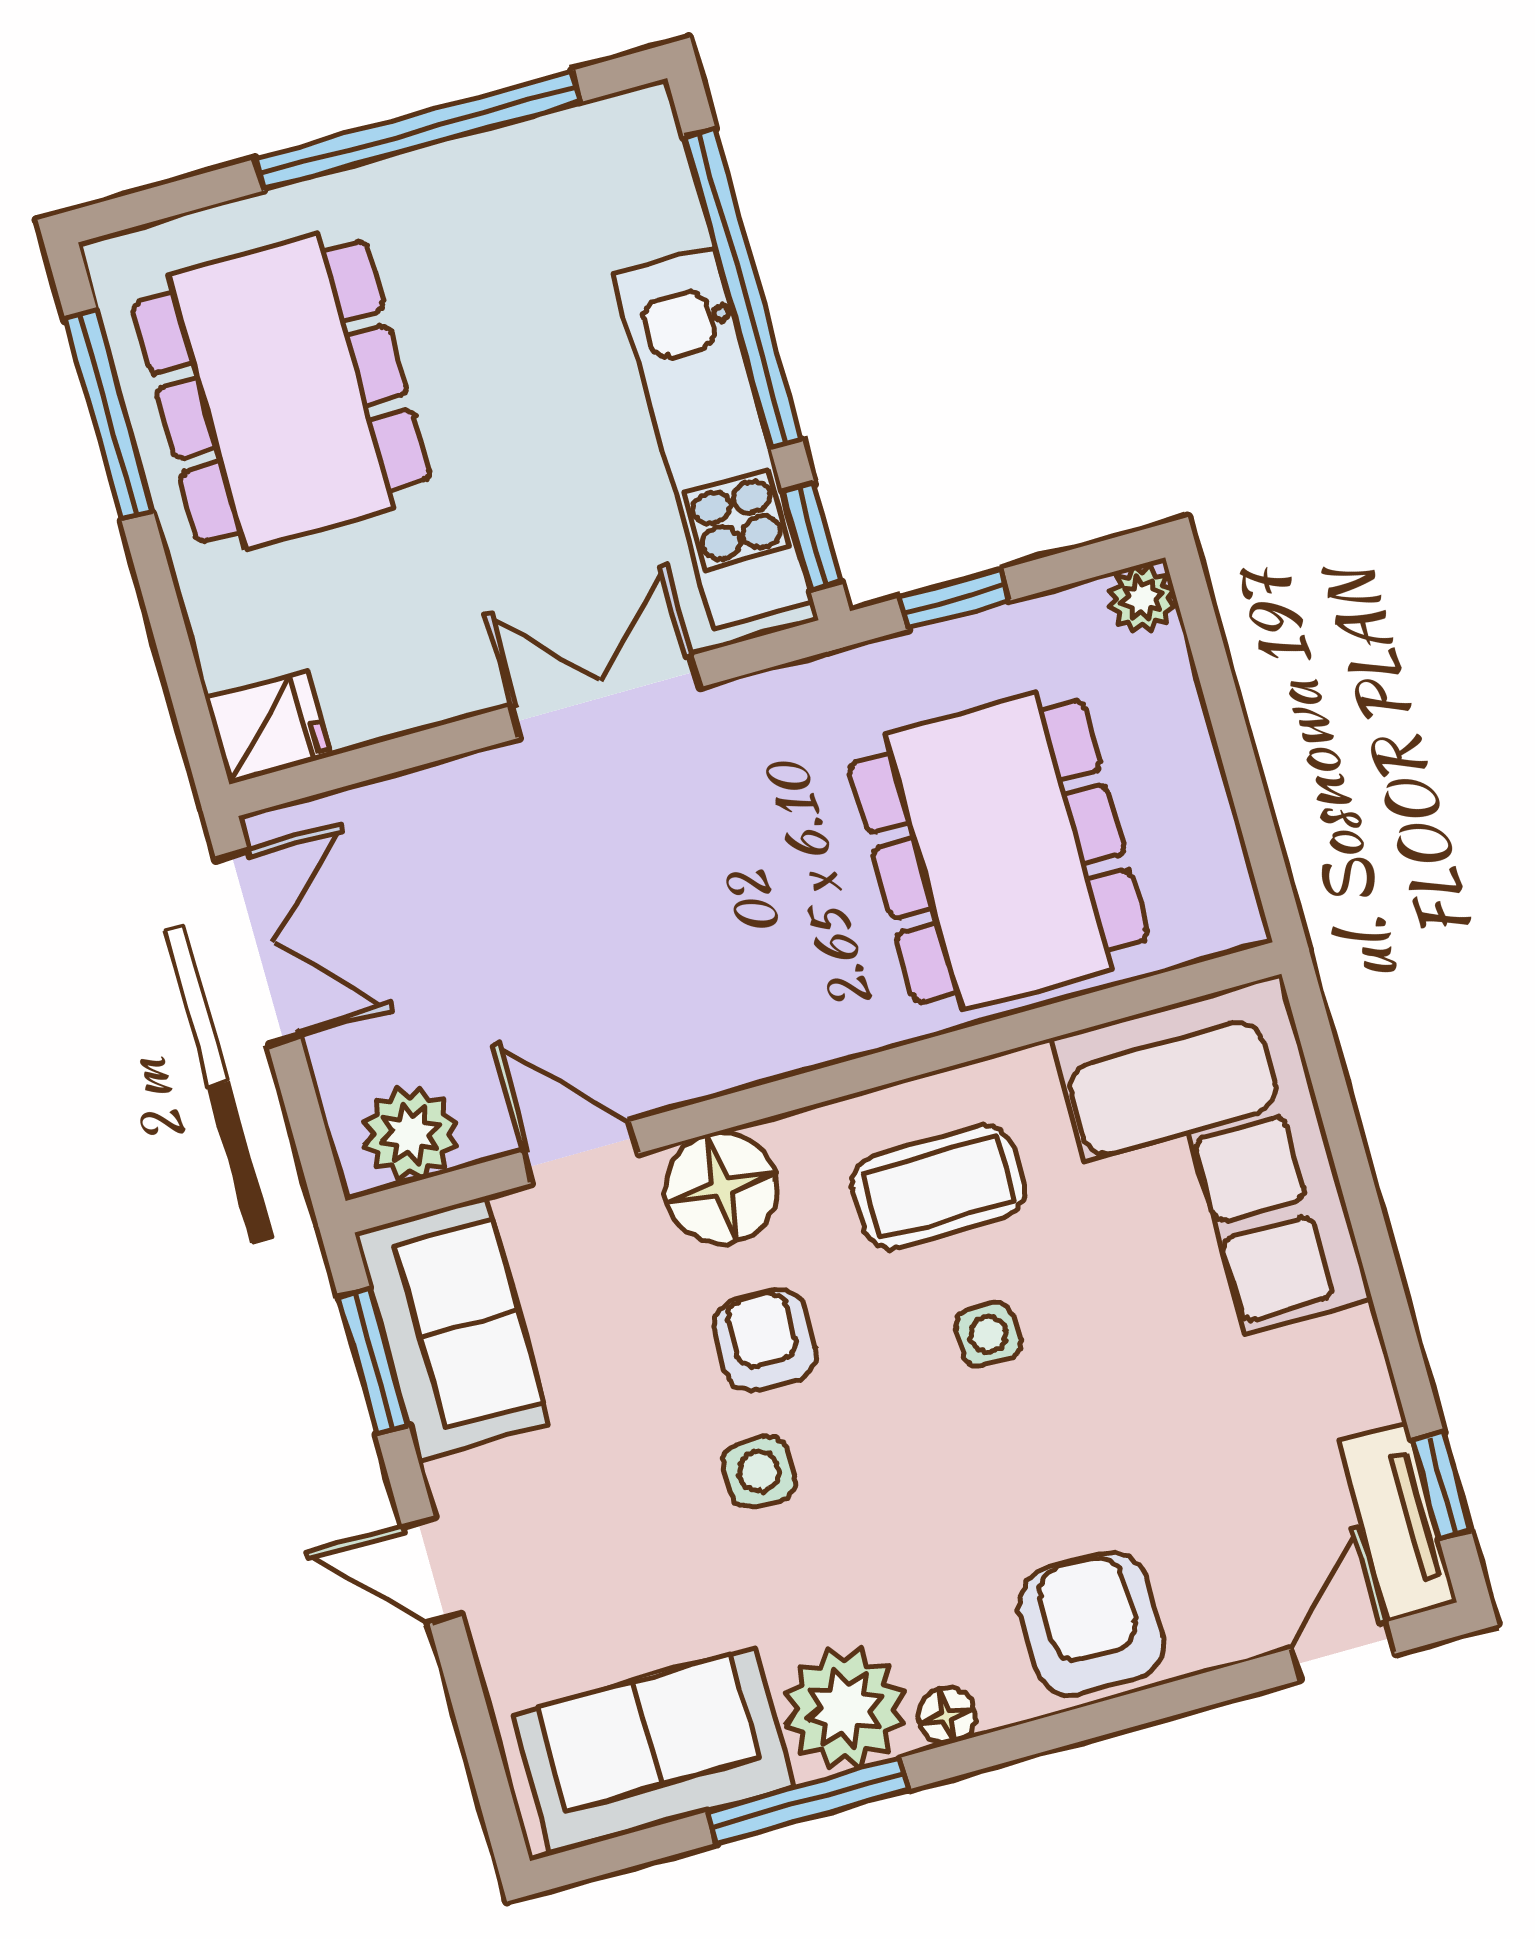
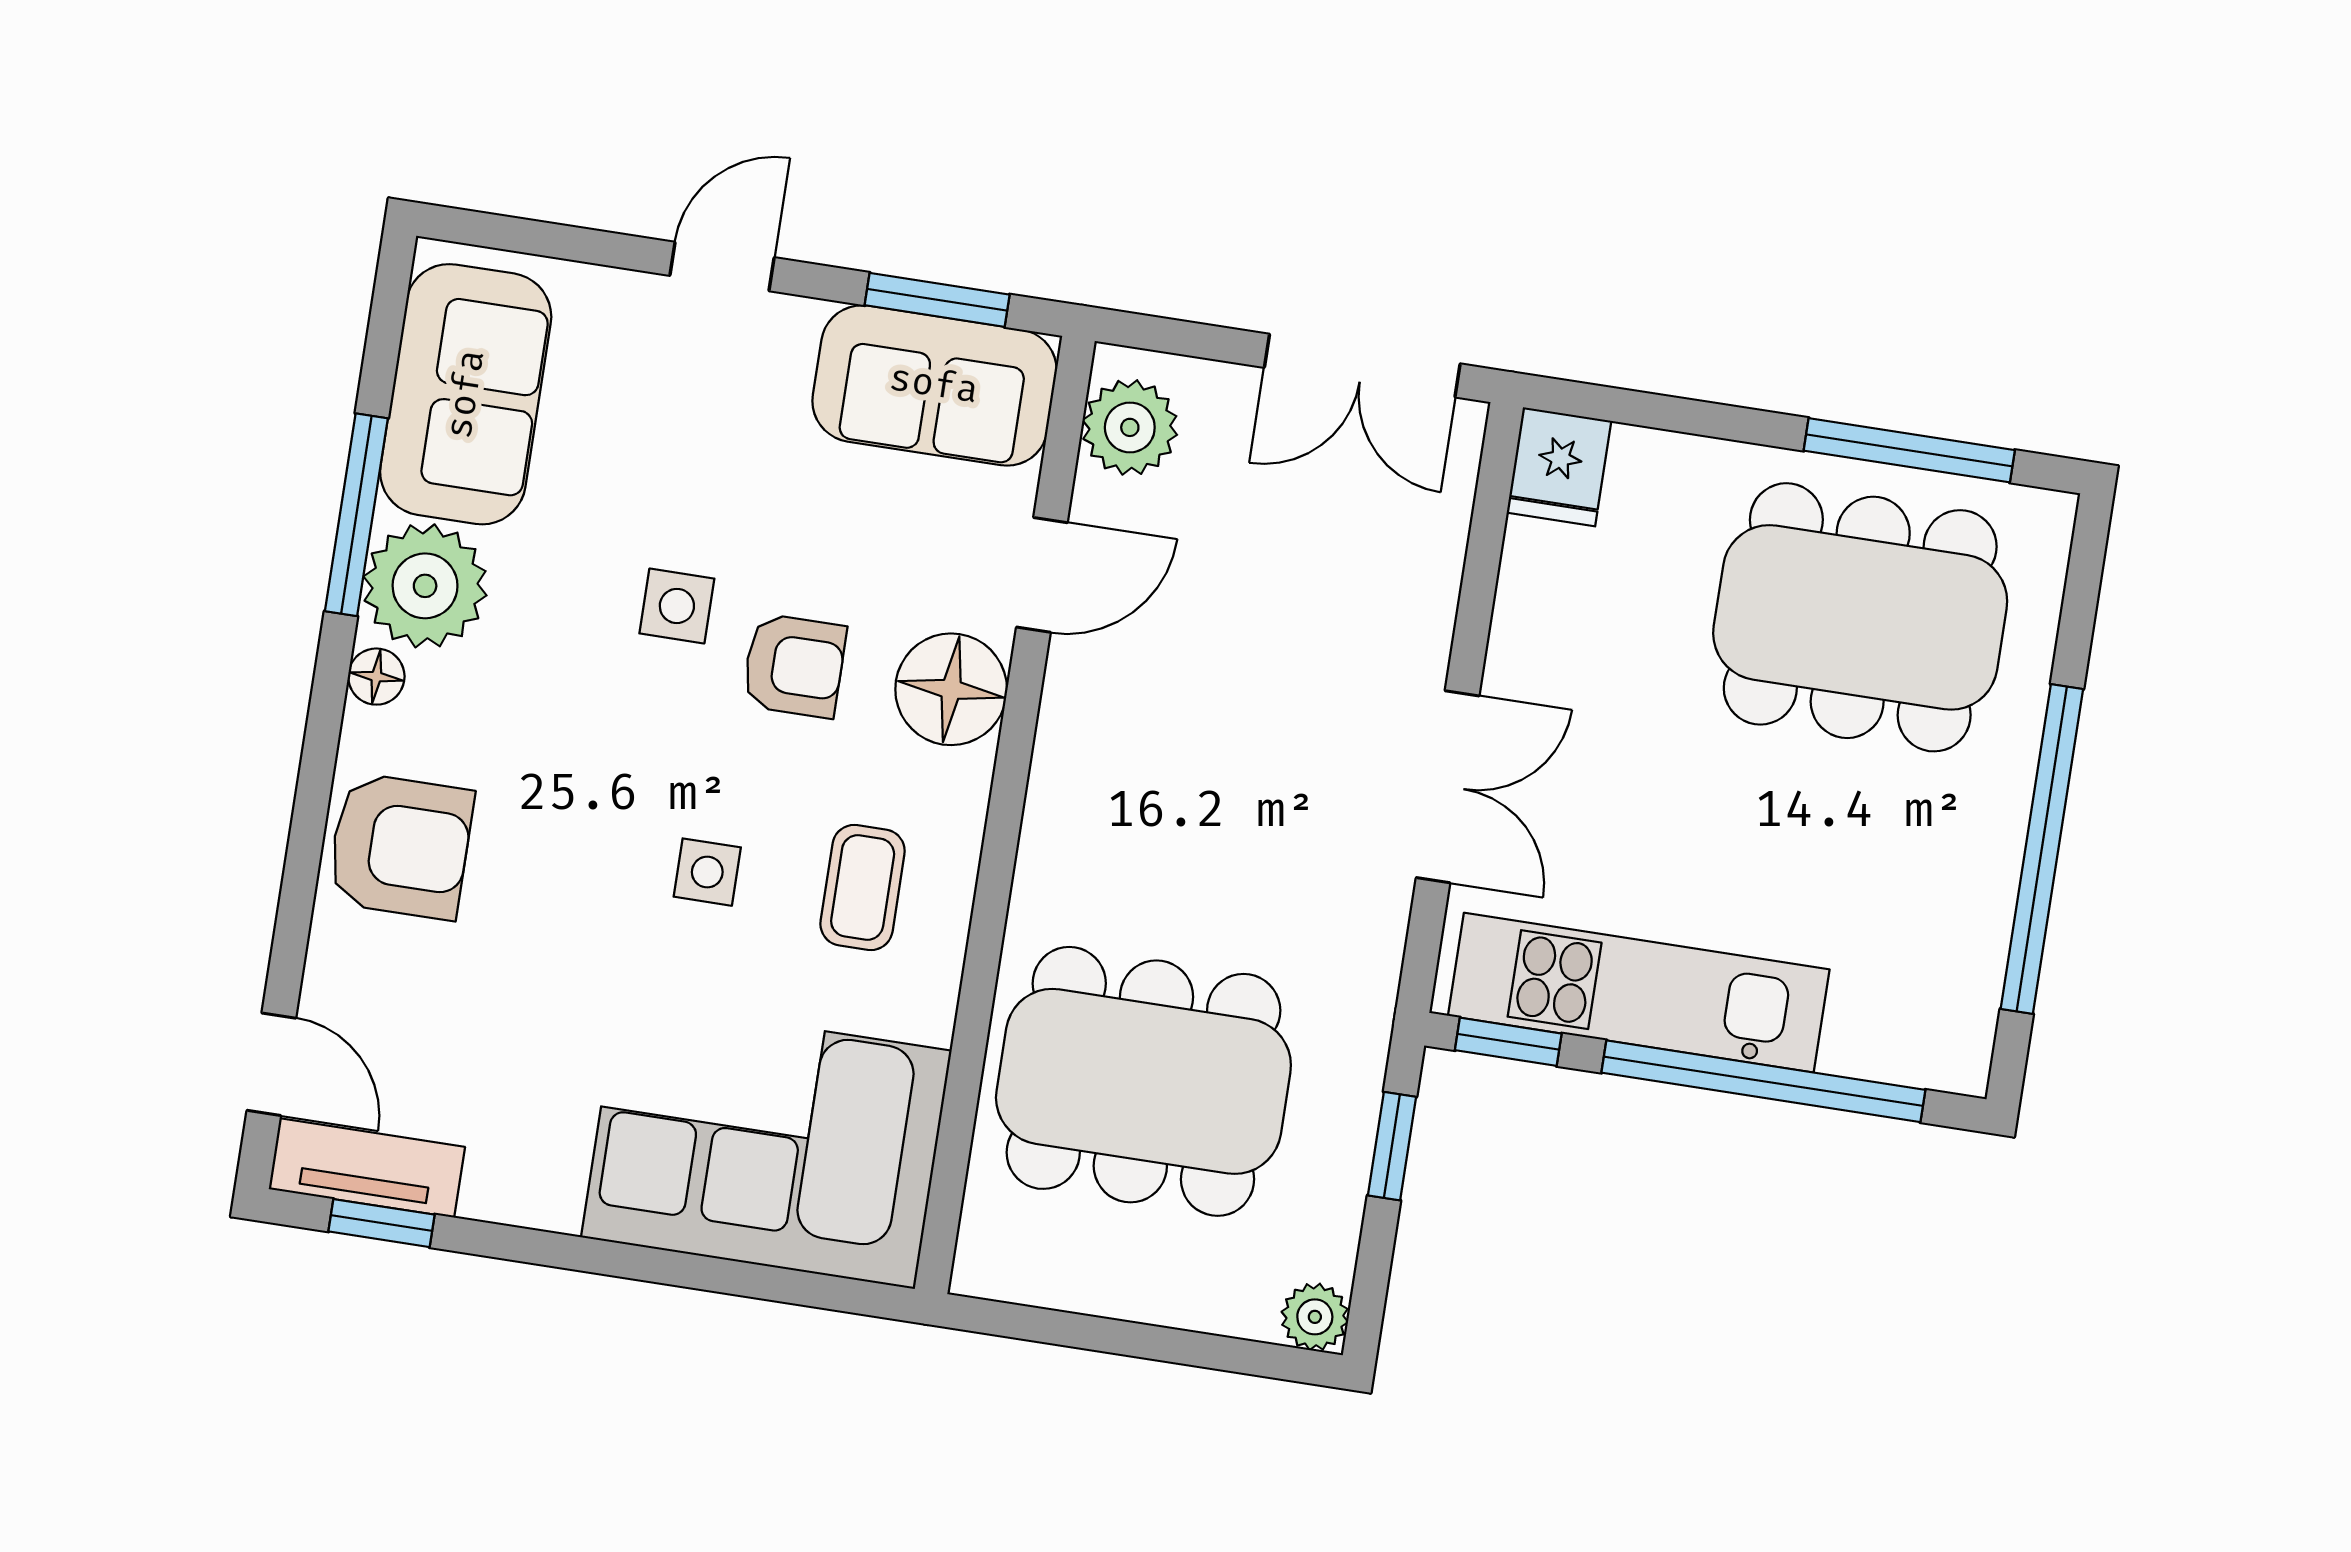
coffee table: (938, 1187) -> (863, 887), width x0.73, depth x0.77

